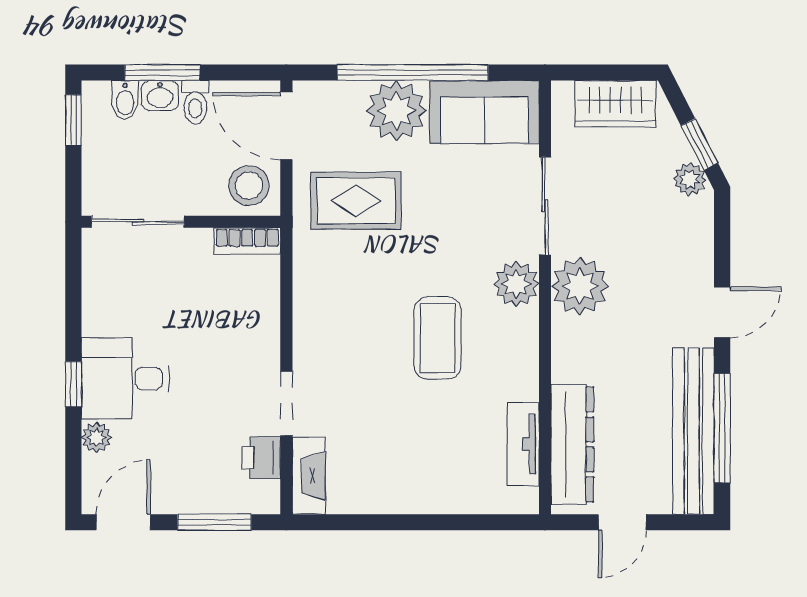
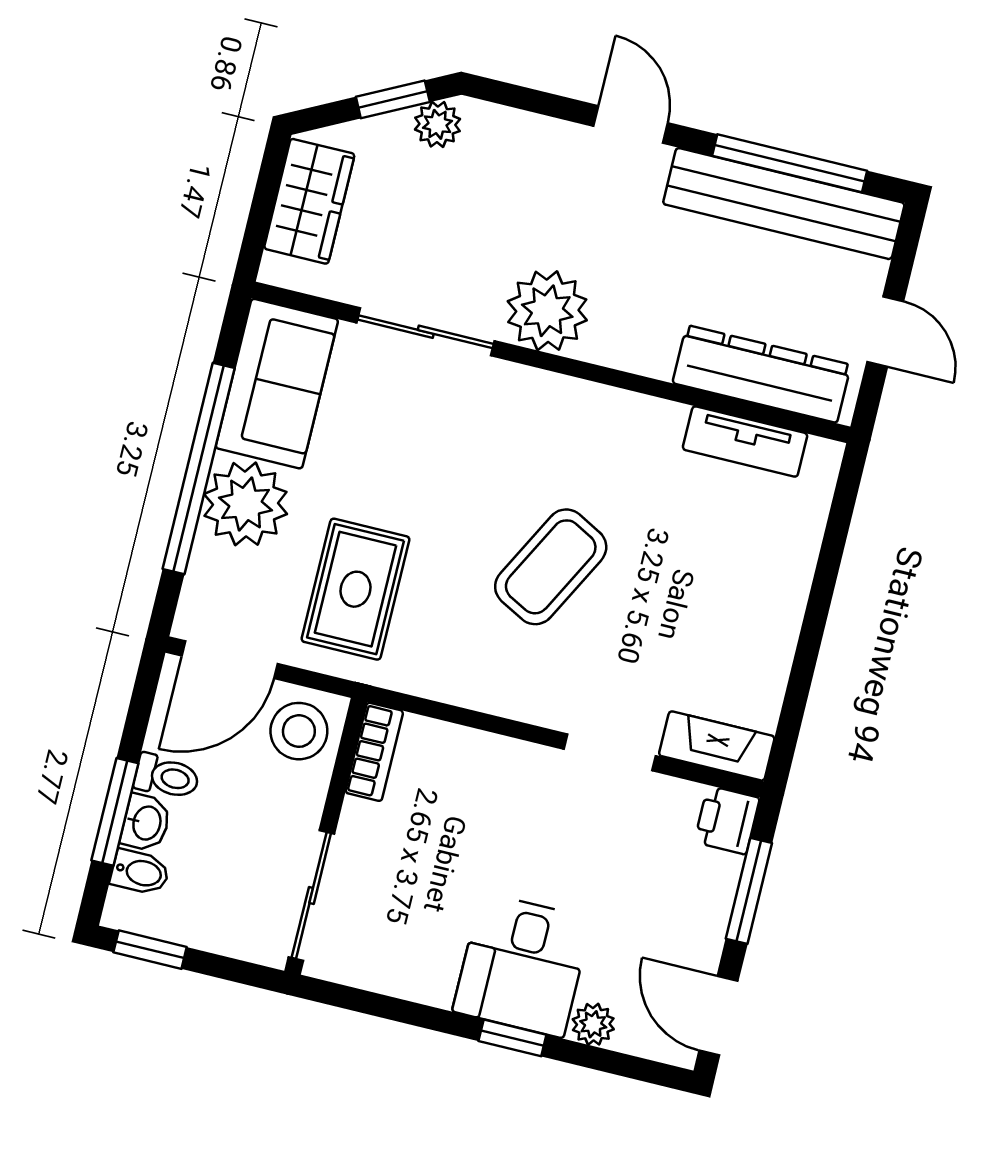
plant: (516, 284) -> (523, 397), removed
coffee table: (438, 338) -> (551, 567), moved, turned -62
printer: (261, 458) -> (727, 820), moved, turned 90

